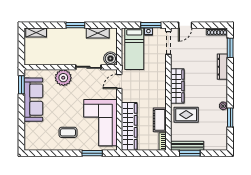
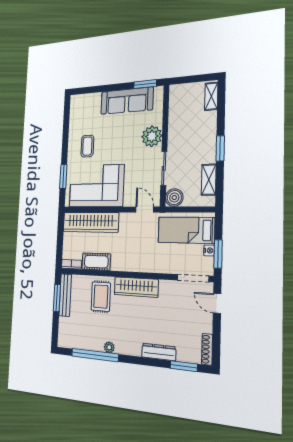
window: (230, 117) -> (95, 355), width x2.11

